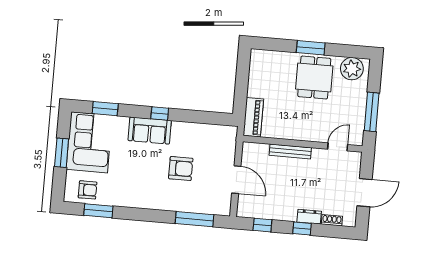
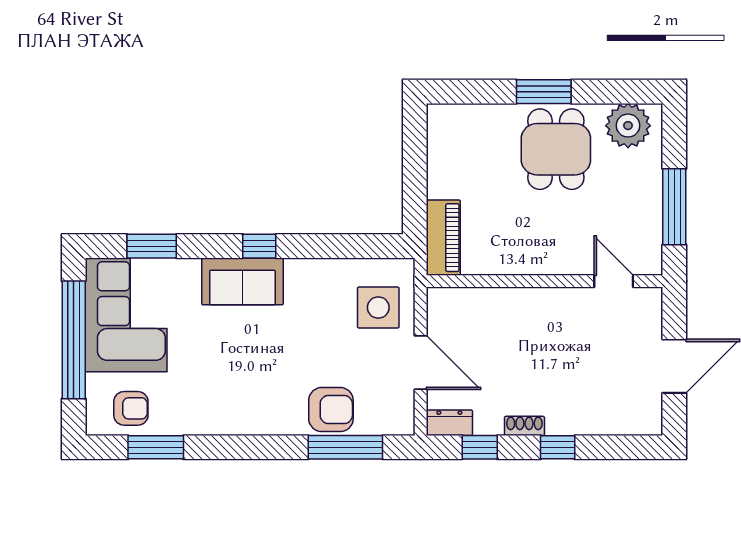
door: (338, 147) -> (614, 281), hinge flipped
side table: (217, 150) -> (378, 308), added
bench: (290, 151) -> (521, 298), removed
window: (62, 153) -> (74, 340), width x2.11
armchair: (181, 168) -> (331, 410), moved
dresser: (309, 217) -> (449, 423), moved
shoe rack: (332, 220) -> (524, 426), moved

